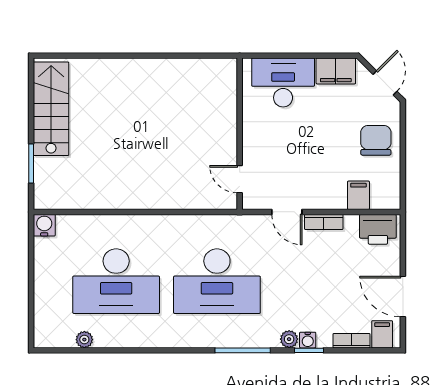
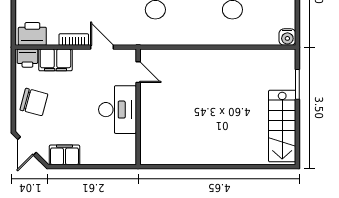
desk: (283, 82) -> (118, 110), moved, turned -90
chair: (376, 140) -> (34, 102), turned -75
filing cabinet: (358, 195) -> (55, 60), width x2.00
printer: (384, 198) -> (27, 58), added

